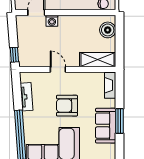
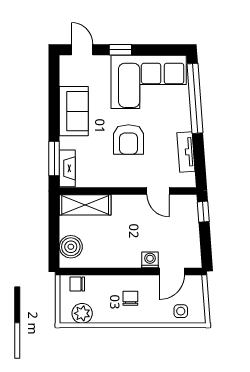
door: (58, 69) -> (158, 191), moved
armchair: (67, 106) -> (129, 139), turned 90
window: (119, 121) -> (54, 158), moved

